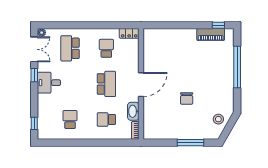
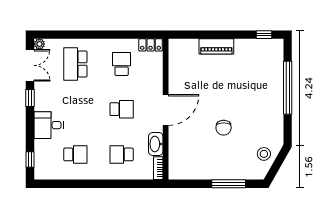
piano: (211, 35) -> (216, 46), moved
desk: (49, 83) -> (49, 125), moved
school desk: (106, 84) -> (122, 109), width x0.54
school desk: (70, 120) -> (75, 154), turned 90

